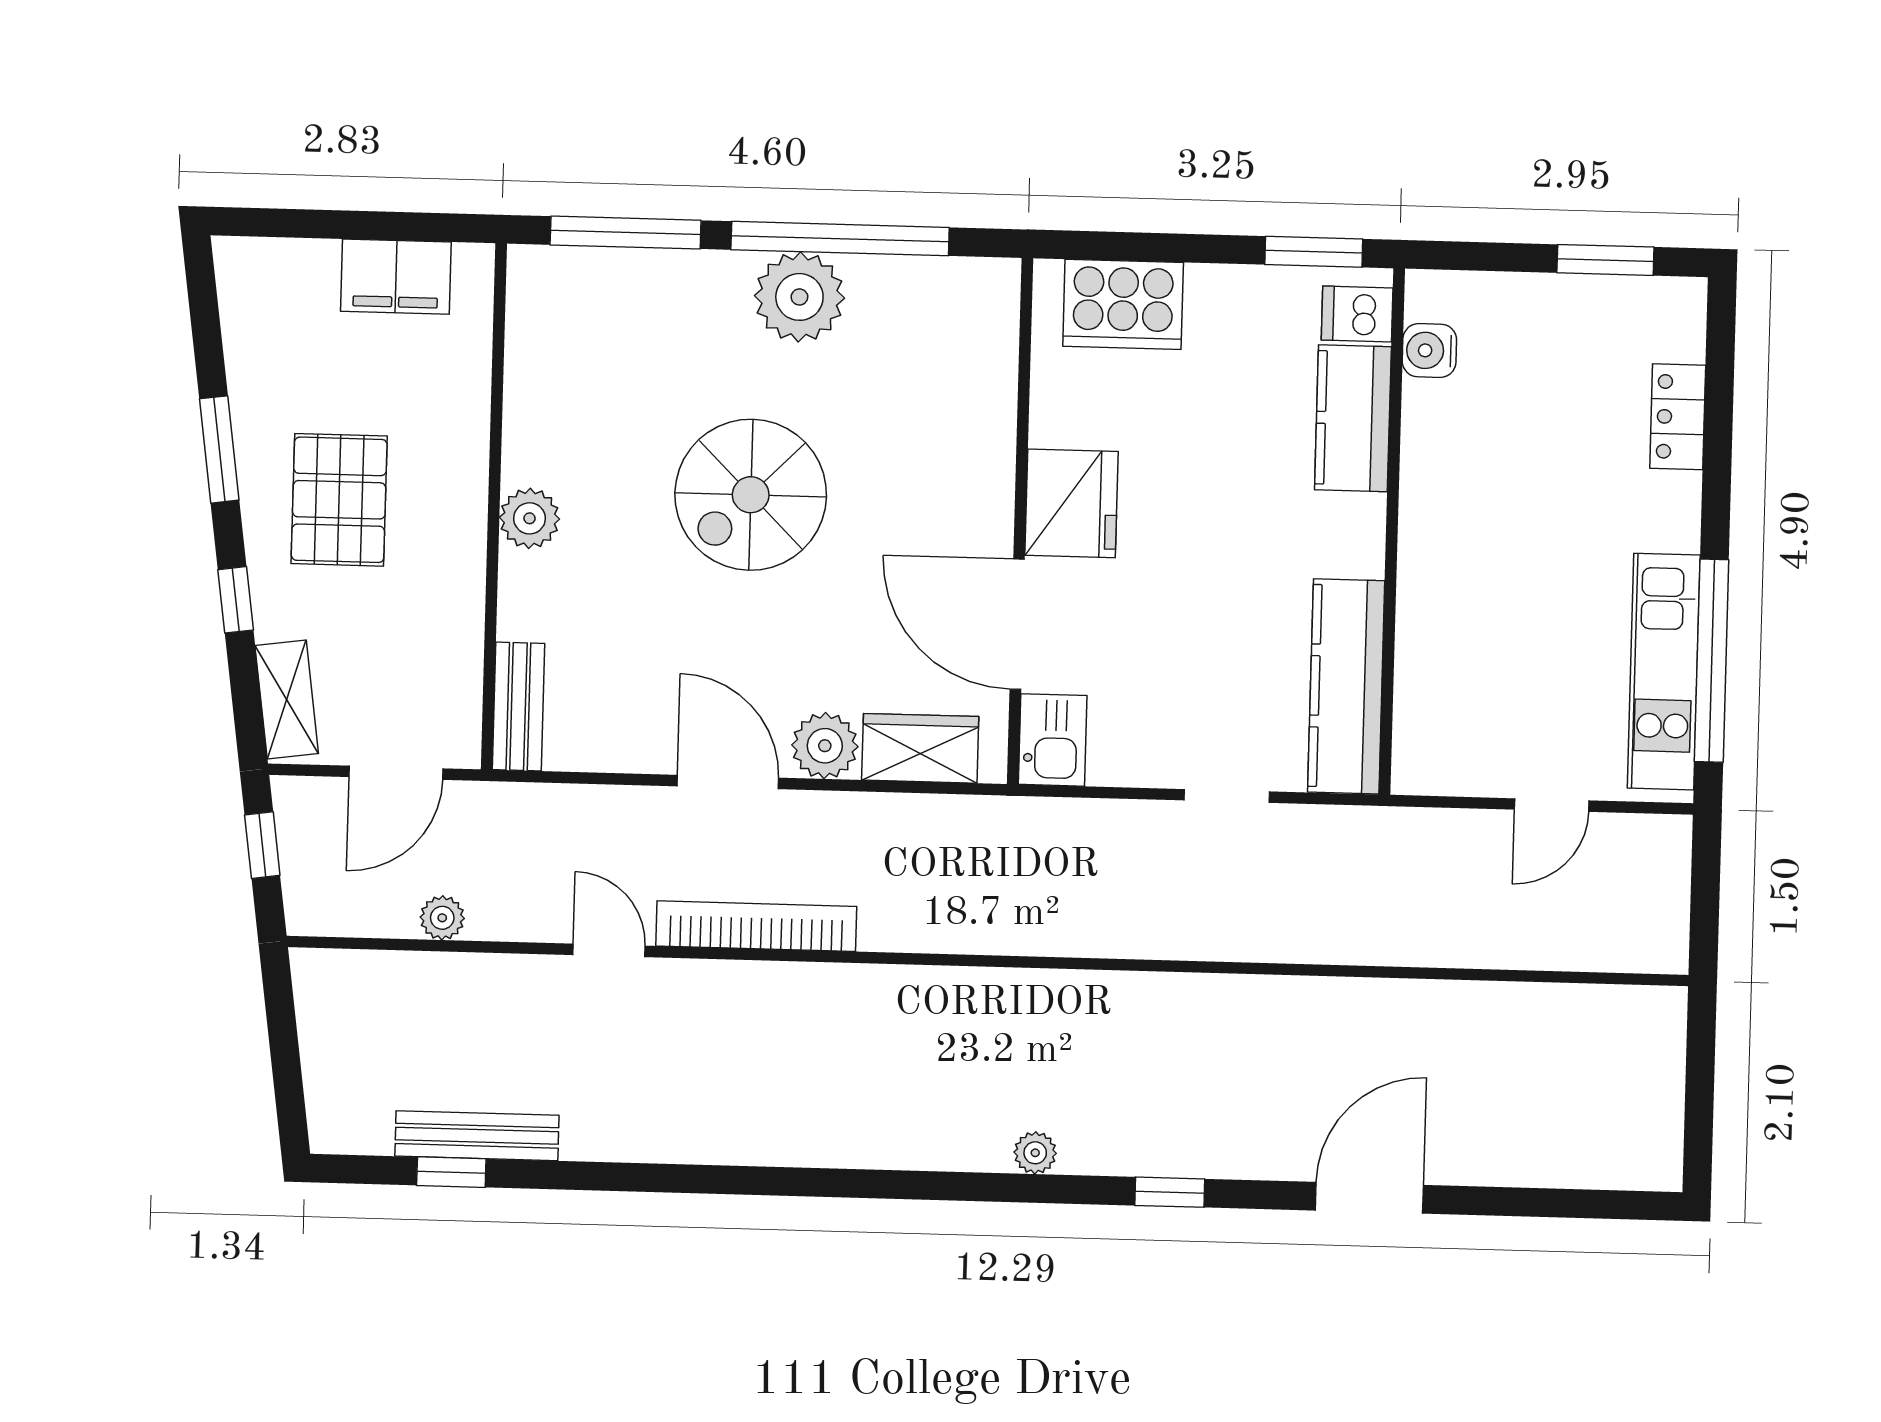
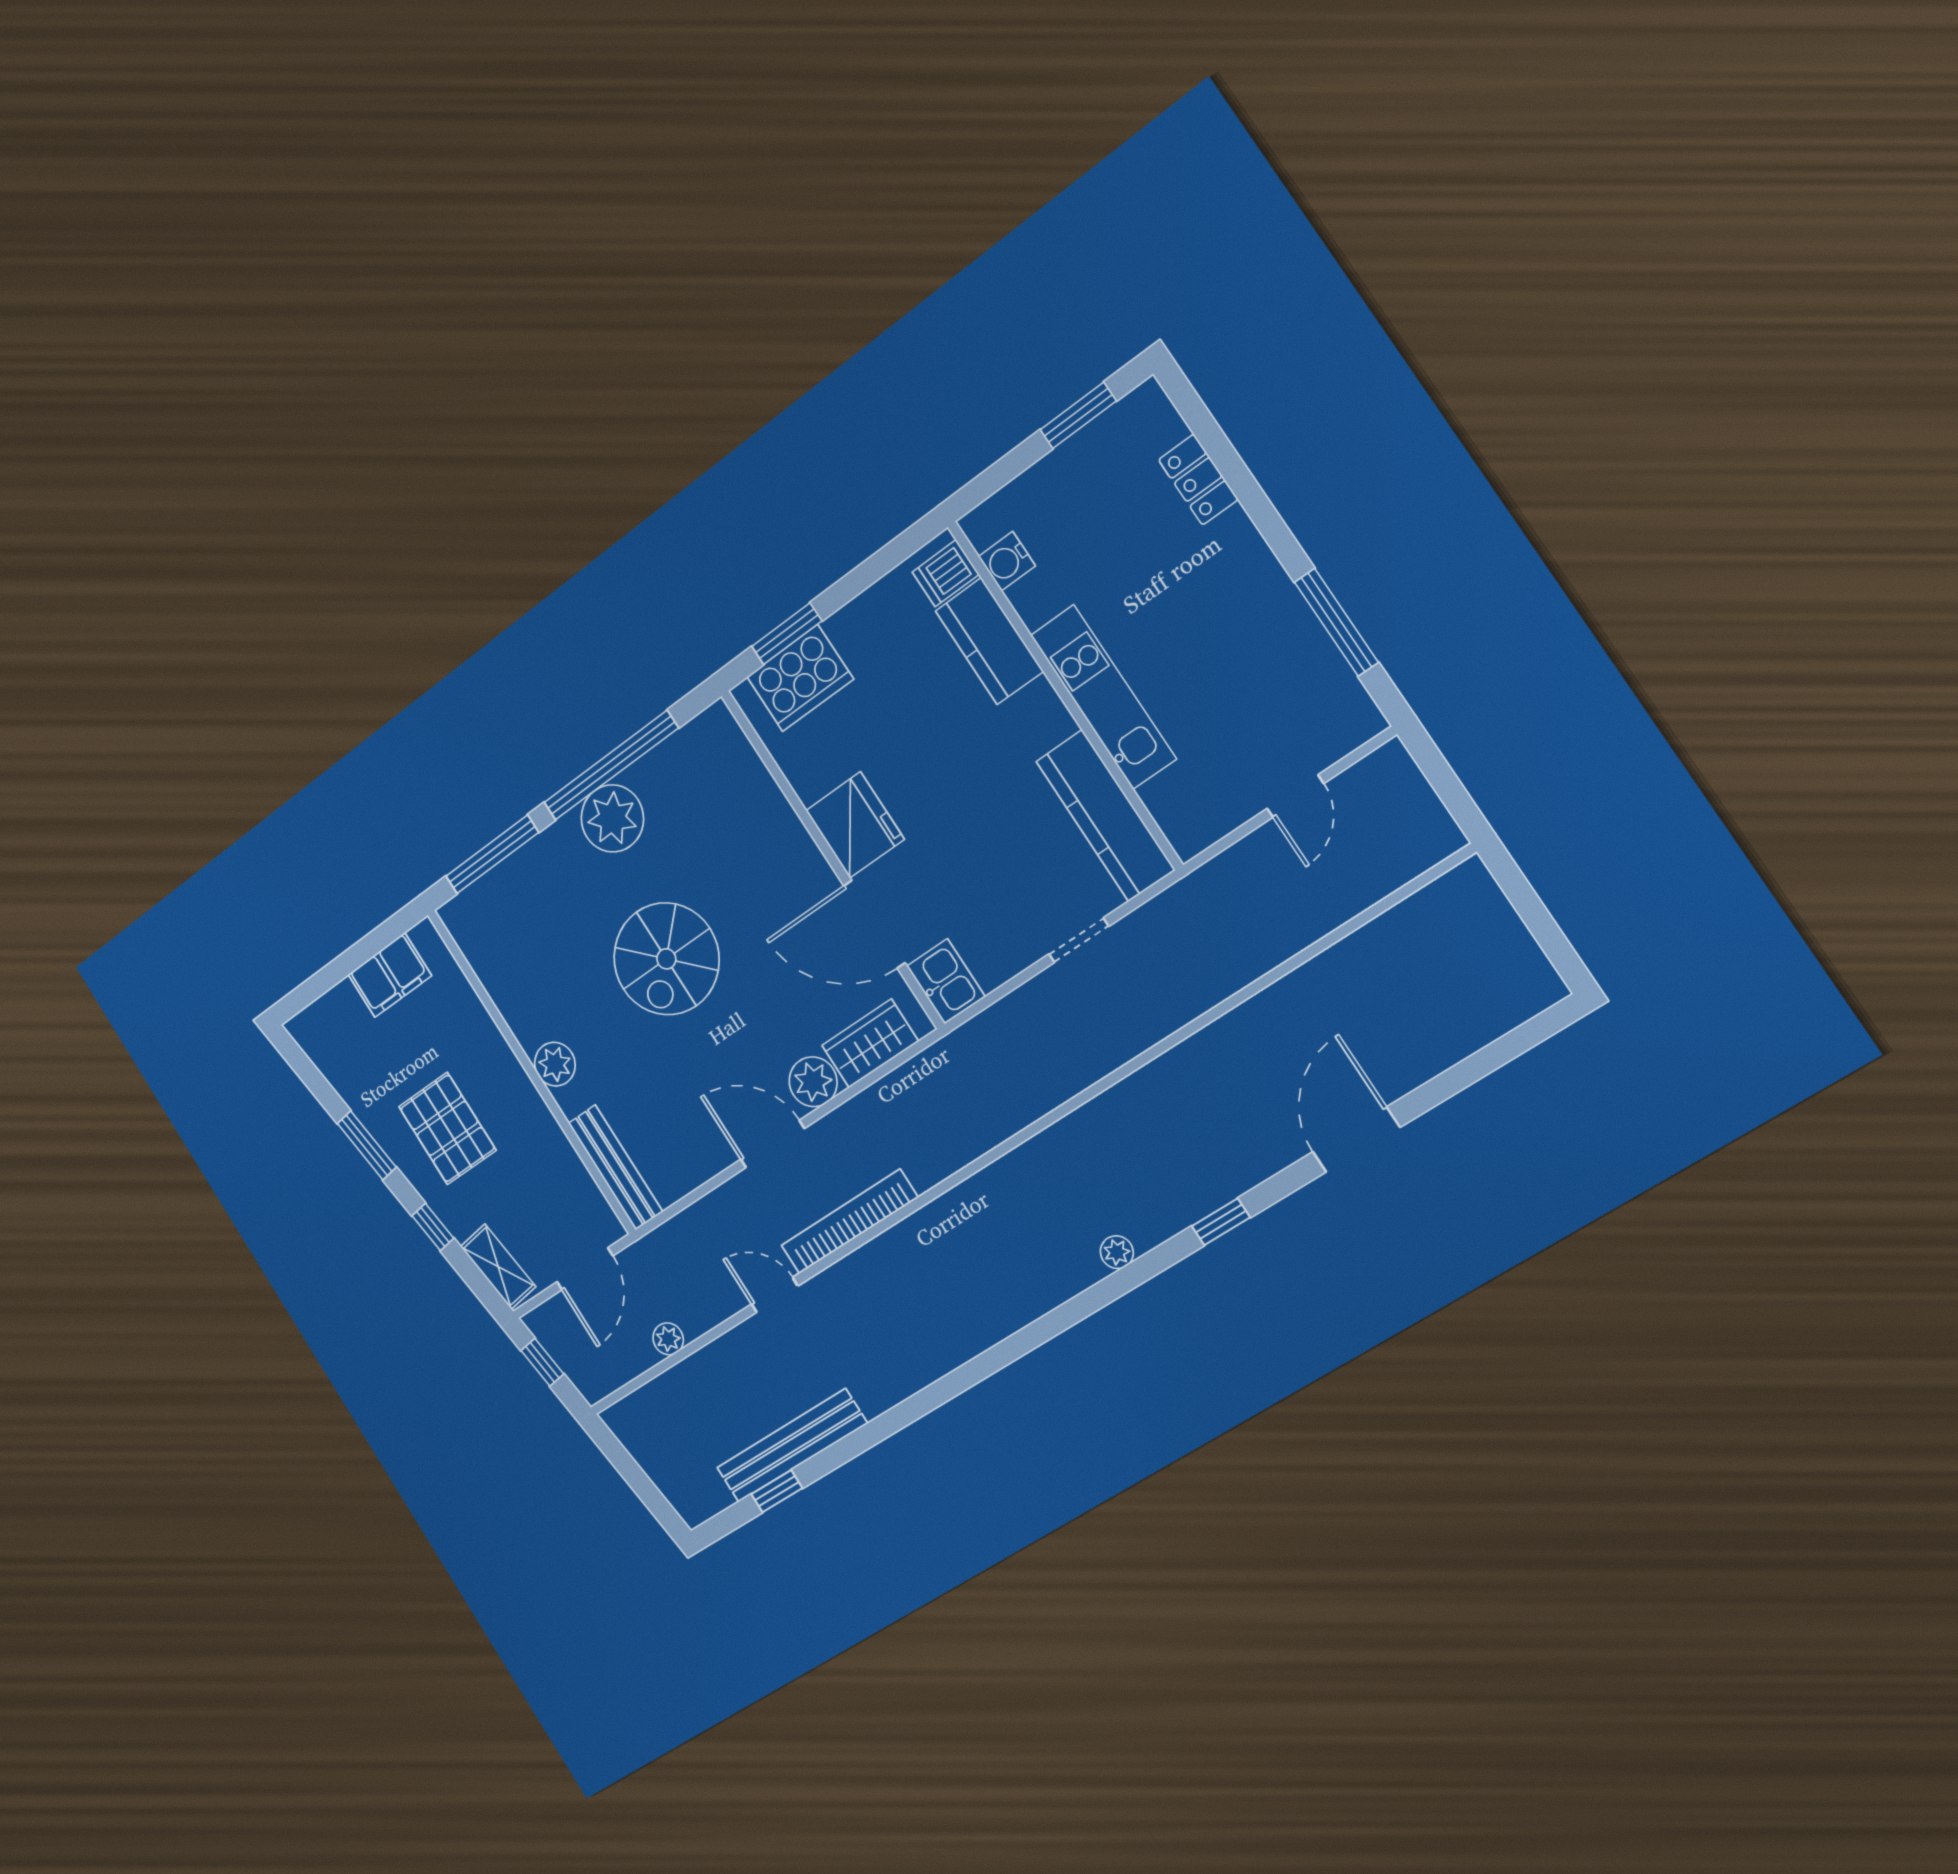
window: (1314, 252) -> (787, 634), moved
window: (1712, 661) -> (1336, 622), width x0.68
kitchen unit: (1664, 672) -> (1103, 697), moved, turned 180
bench: (518, 707) -> (615, 1167), width x1.36
bench: (477, 1136) -> (792, 1446), width x1.37, depth x1.21

